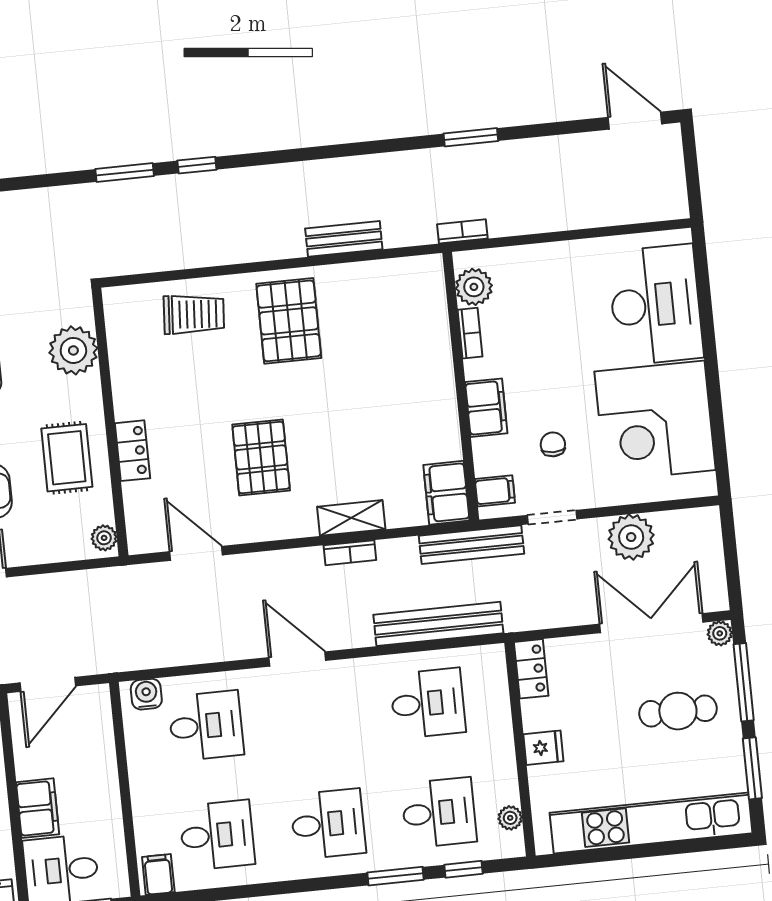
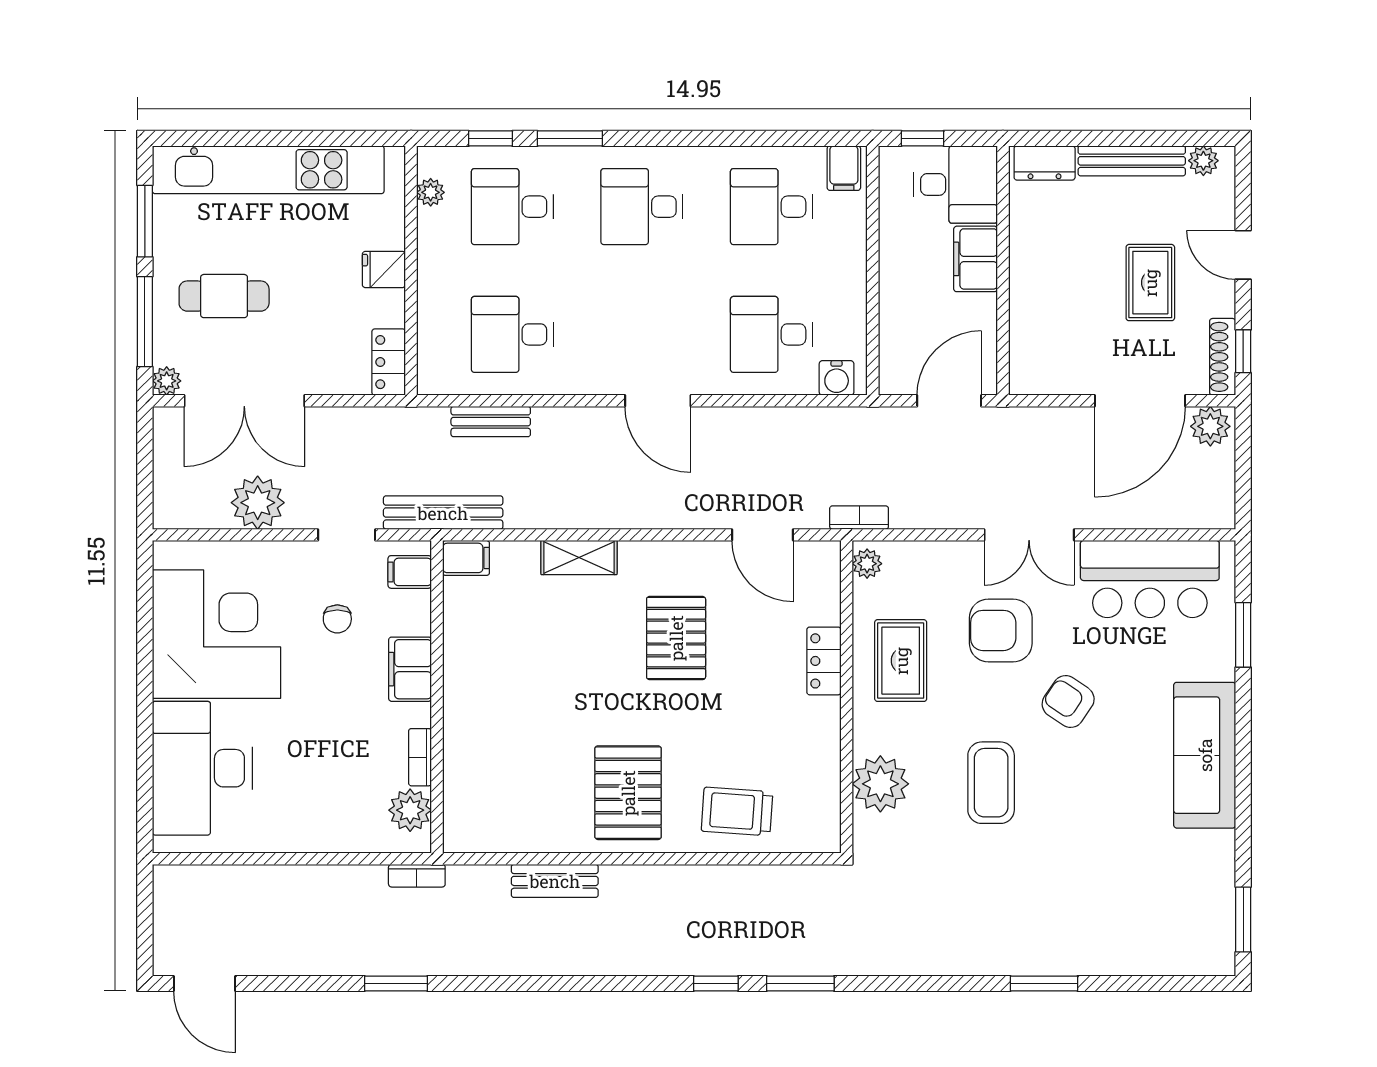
filing cabinet: (446, 493) -> (466, 558), width x0.50
bookcase: (350, 553) -> (859, 518), moved
bench: (438, 624) -> (491, 422), width x0.54, depth x0.82

